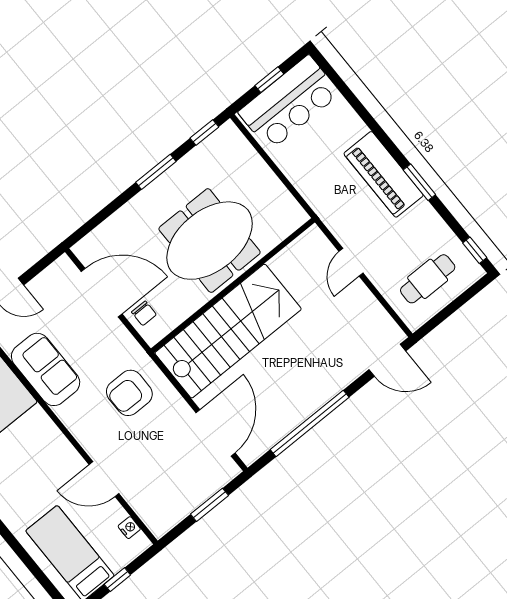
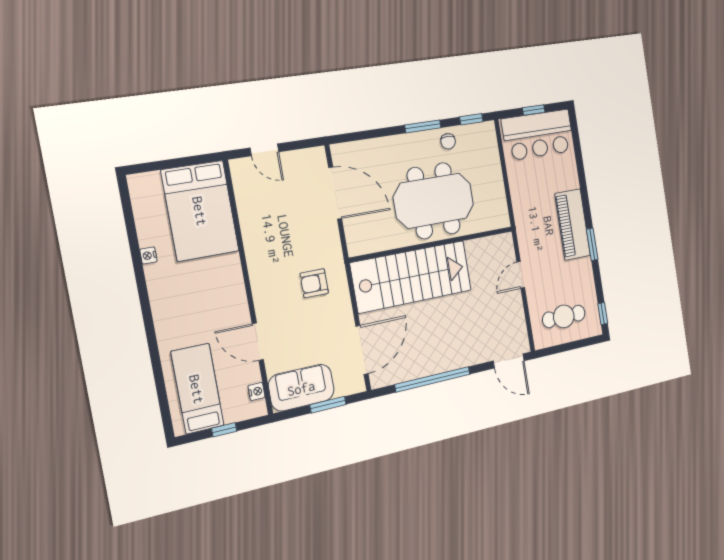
chair: (144, 313) -> (448, 141), moved
sofa: (46, 369) -> (301, 388), moved, turned -90
armchair: (129, 393) -> (314, 283), width x0.72, depth x0.72

